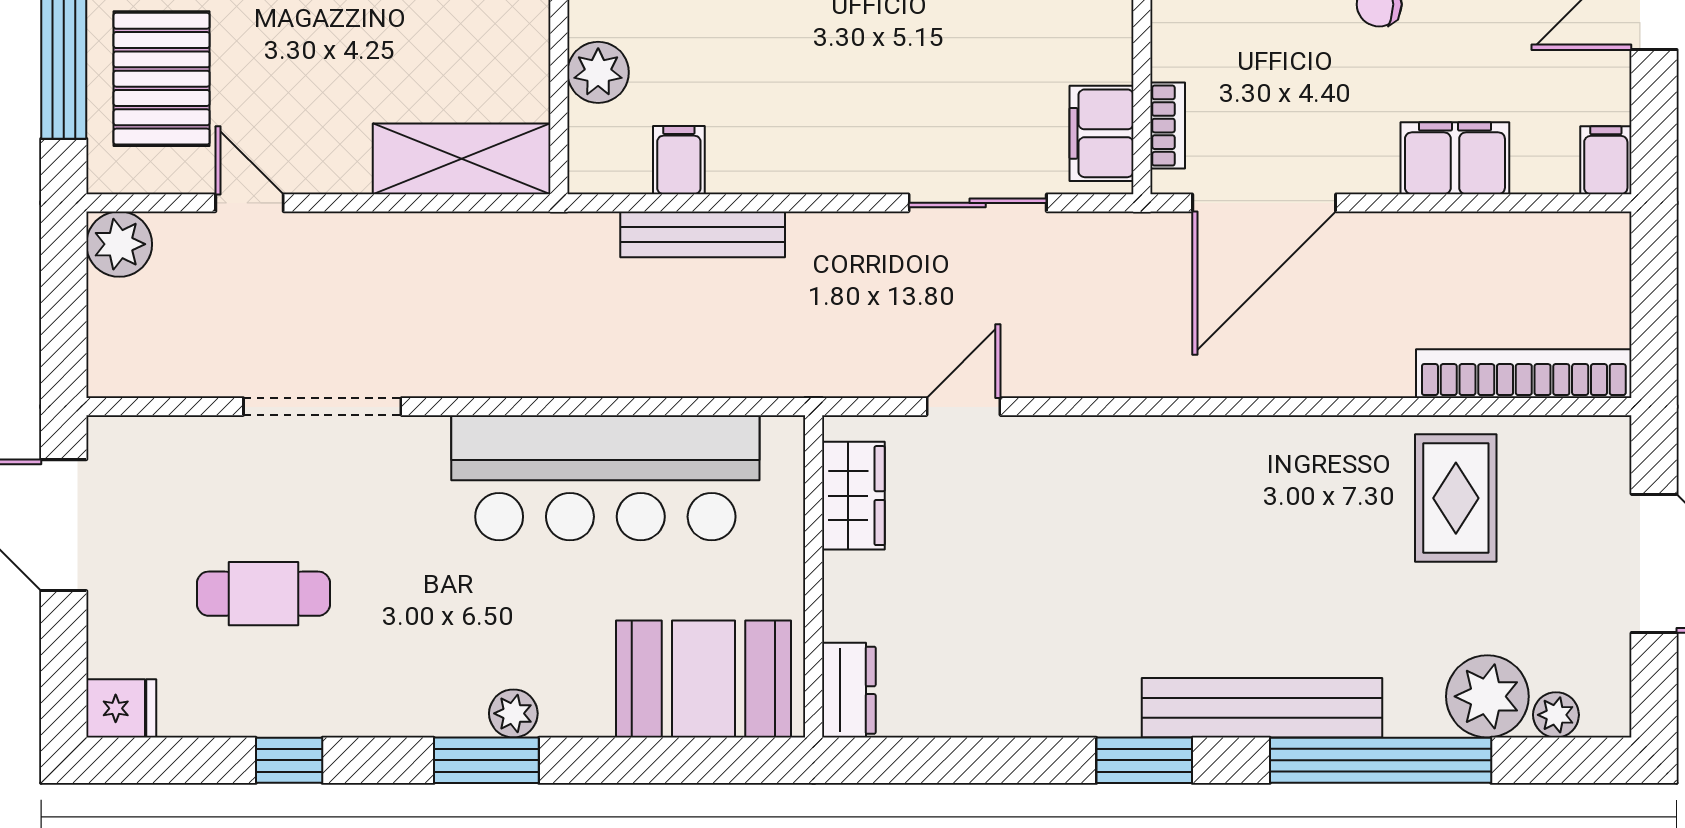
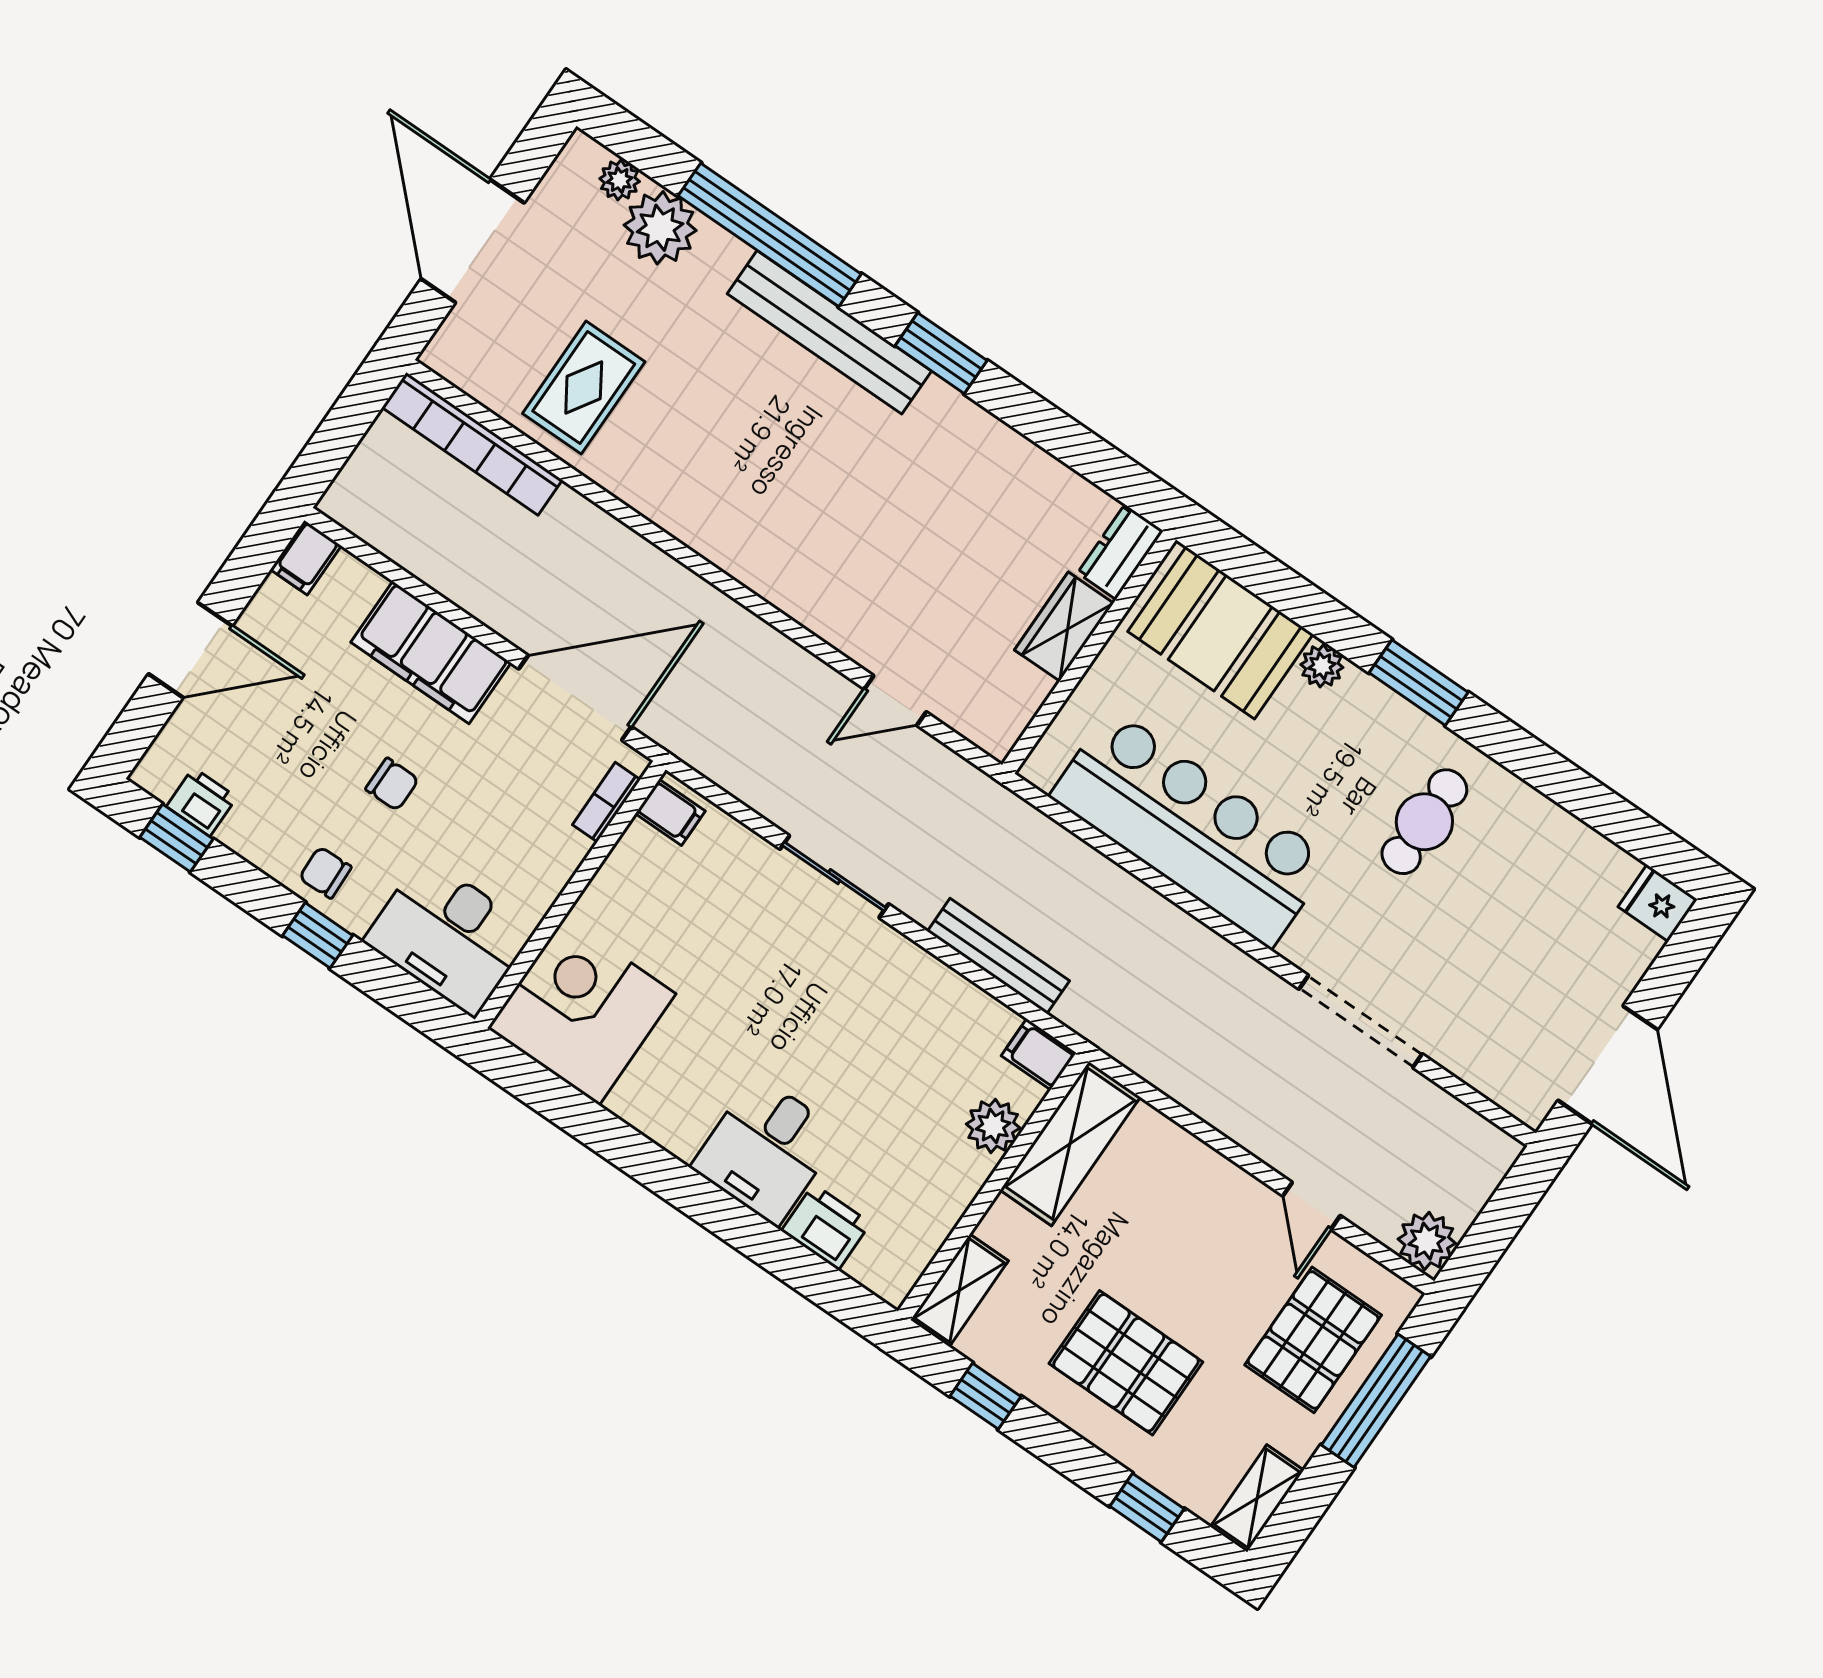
filing cabinet: (1102, 133) -> (670, 812), width x0.50
filing cabinet: (1455, 158) -> (431, 653), width x1.50, depth x1.17
shelving: (462, 159) -> (1070, 1144), moved, turned 90
filing cabinet: (679, 160) -> (1039, 1054), moved, turned 90
sliding door: (978, 203) -> (834, 877), moved
wardrobe: (853, 496) -> (1064, 627), moved
cafe table: (263, 594) -> (1424, 822), moved, turned 90
plant: (513, 713) -> (1322, 666), moved
window: (289, 760) -> (1562, 781), removed

